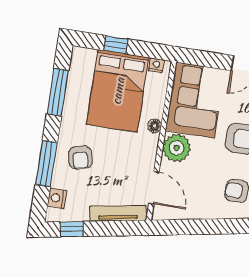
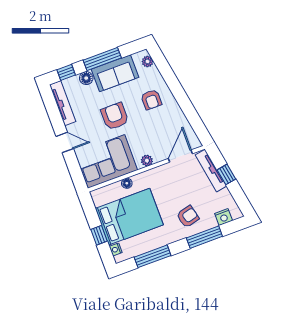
nightstand: (156, 65) -> (116, 249), moved
floor lamp: (155, 126) -> (127, 183), moved
plant: (177, 148) -> (147, 161), width x0.53, depth x0.53
window: (72, 229) -> (226, 174), moved

